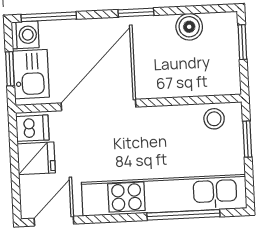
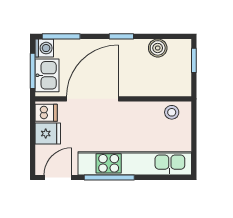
window: (10, 69) -> (33, 71), width x1.50
window: (247, 139) -> (194, 127), removed
window: (183, 215) -> (109, 177), moved

